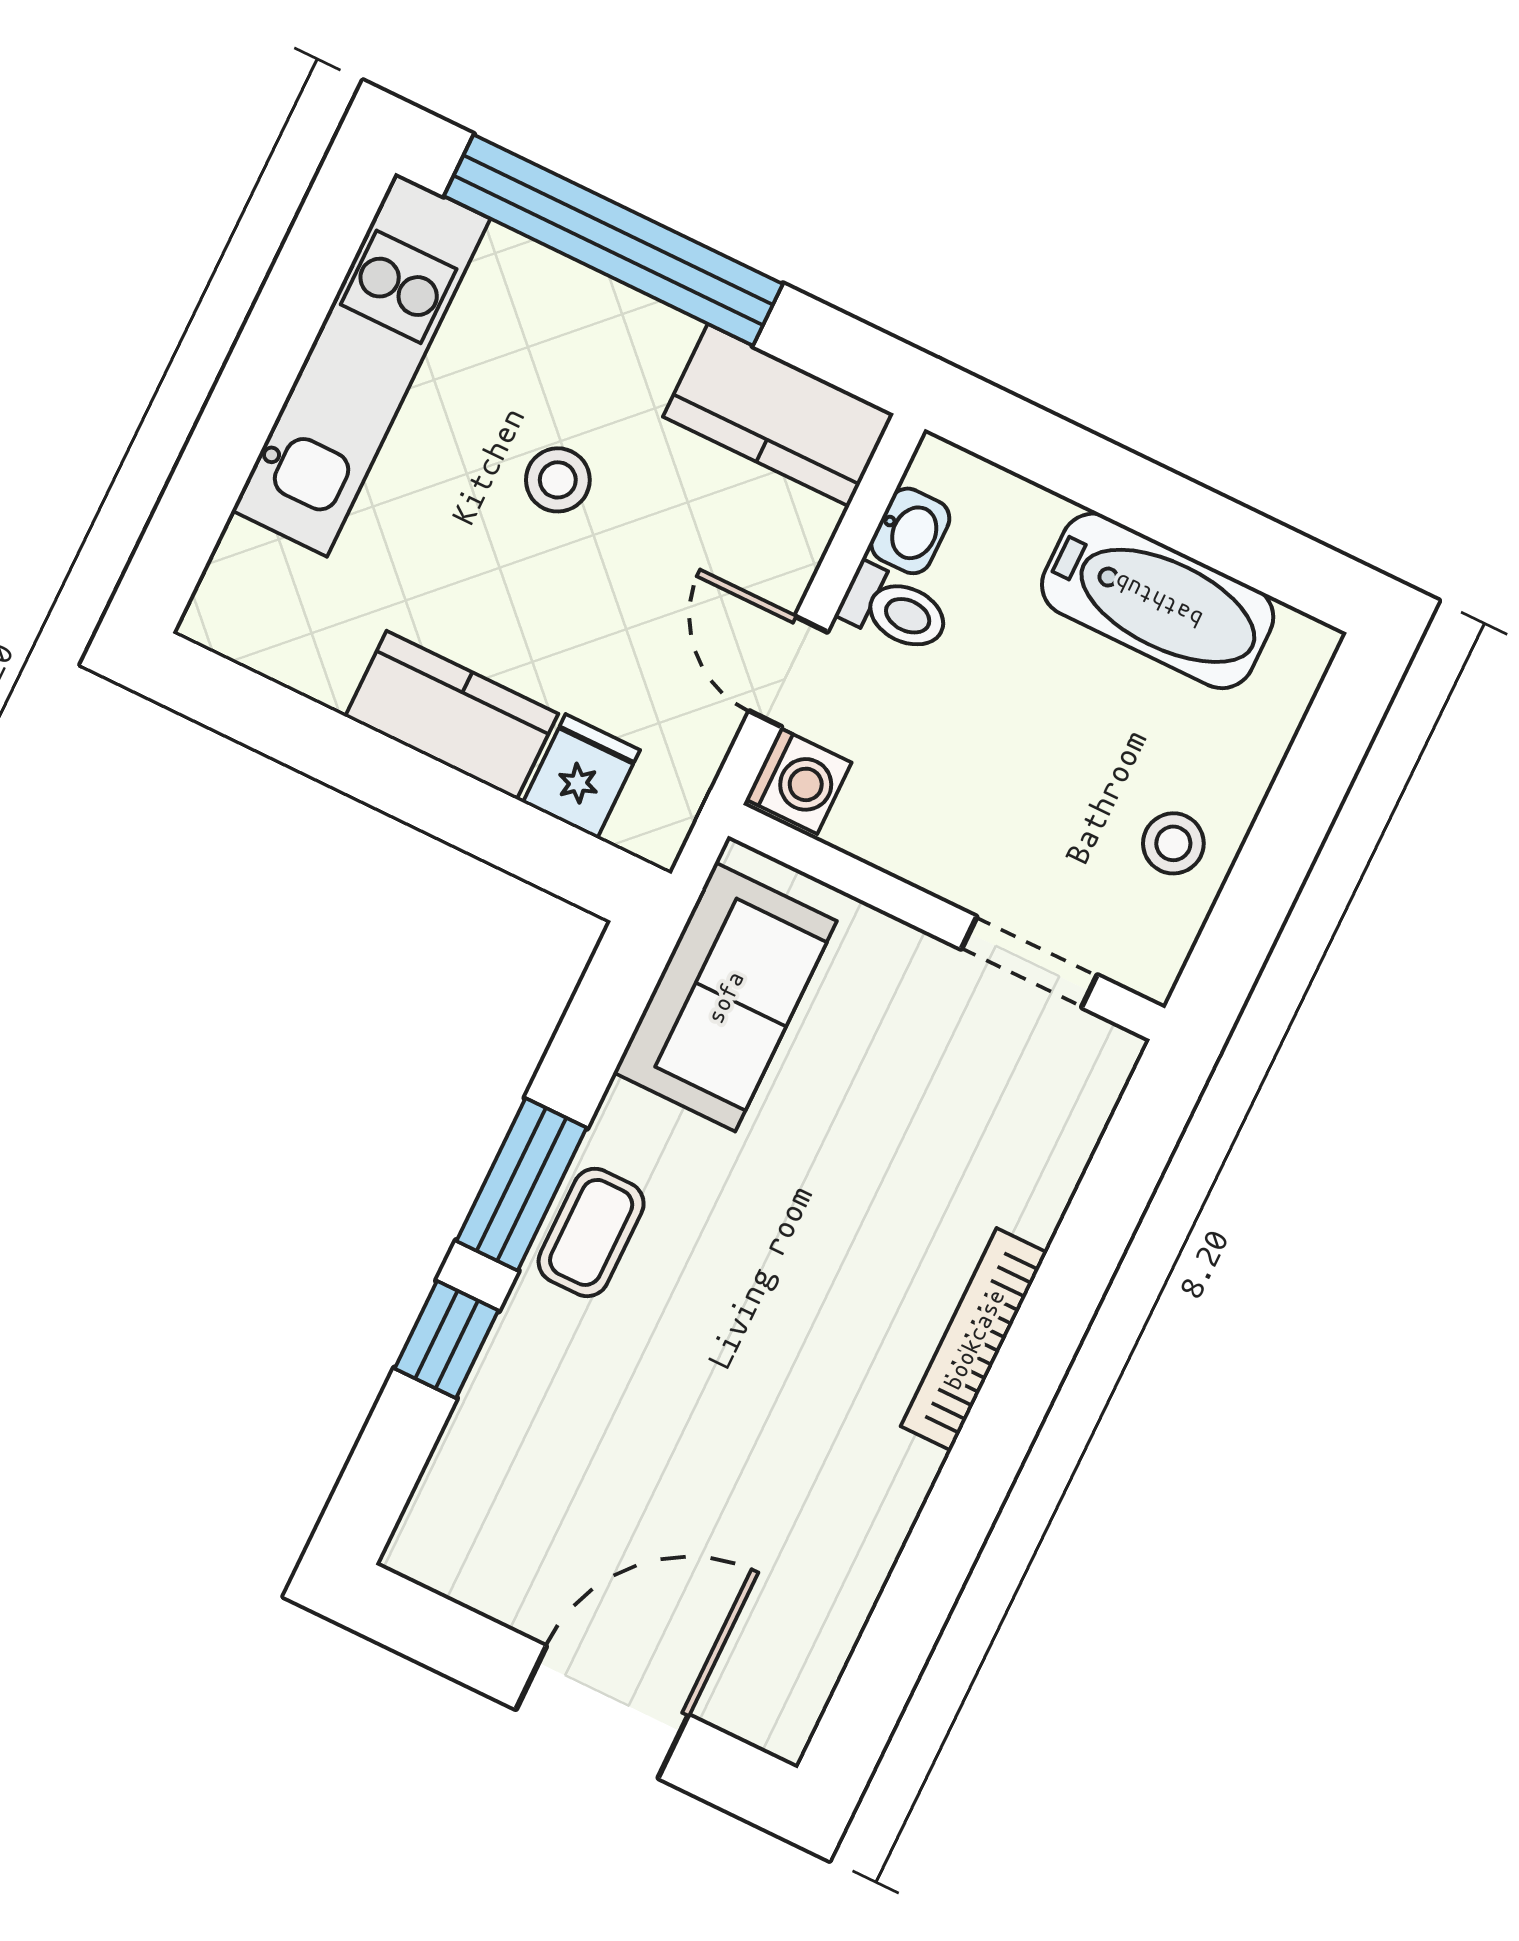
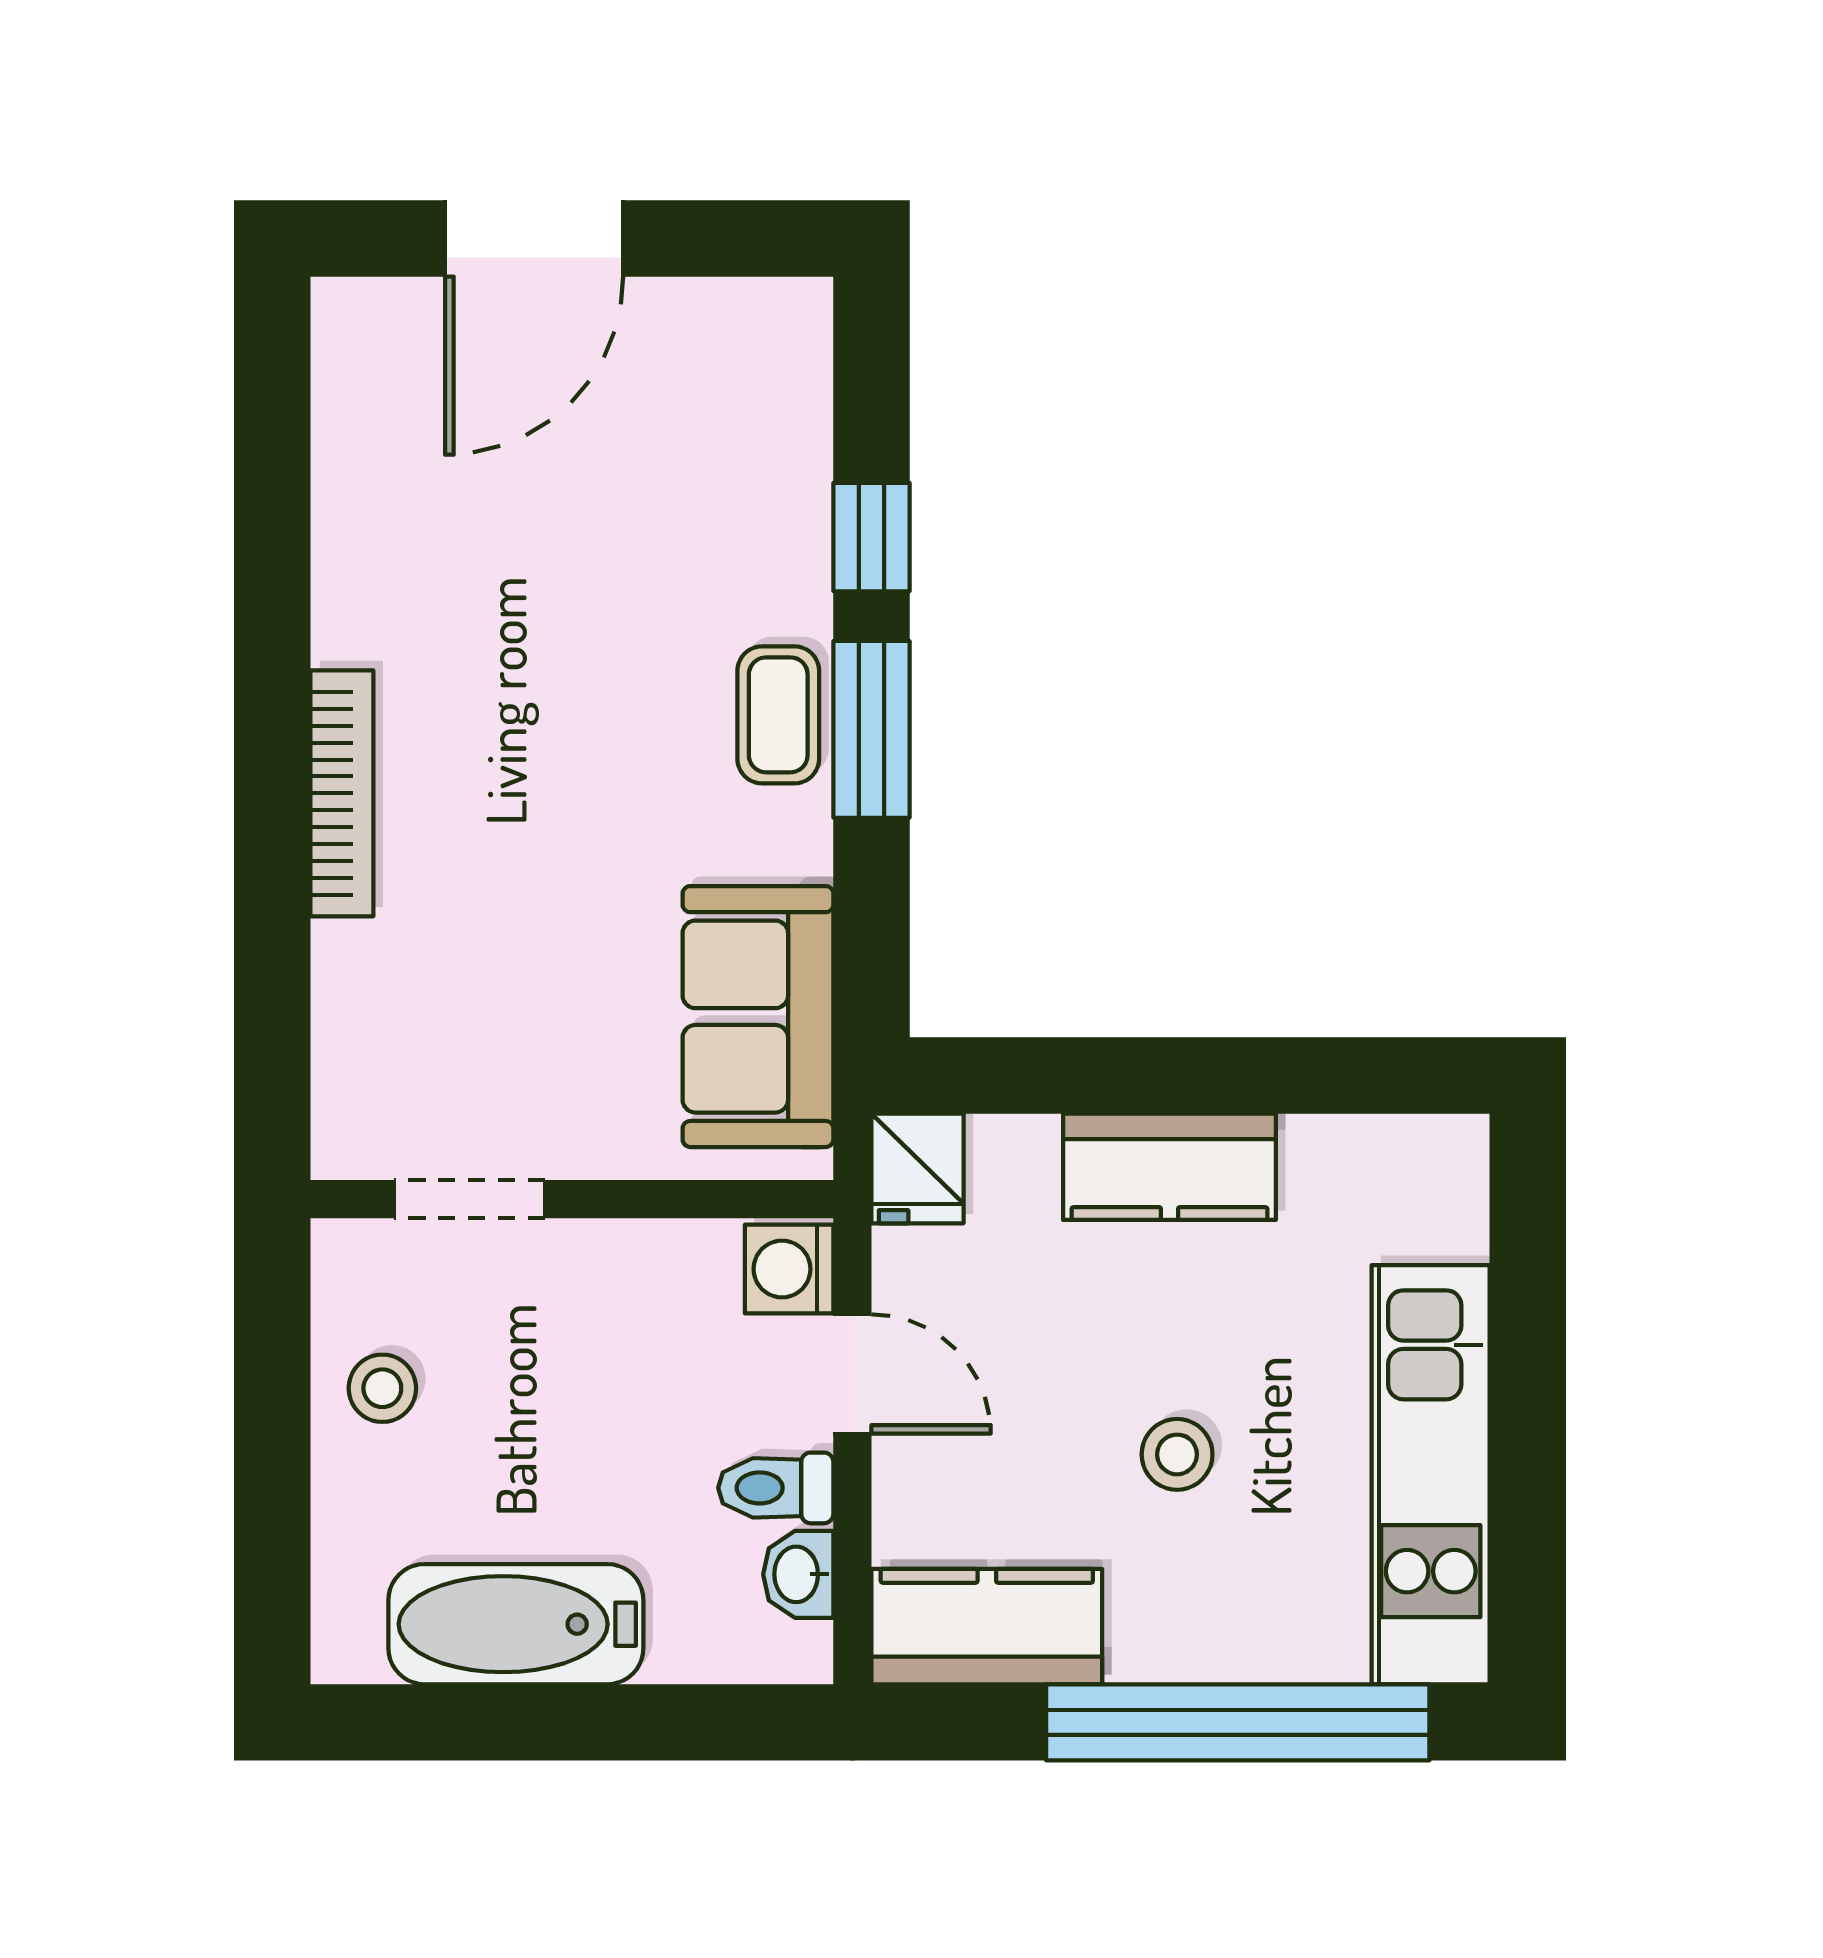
fridge: (581, 776) -> (918, 1168), moved

